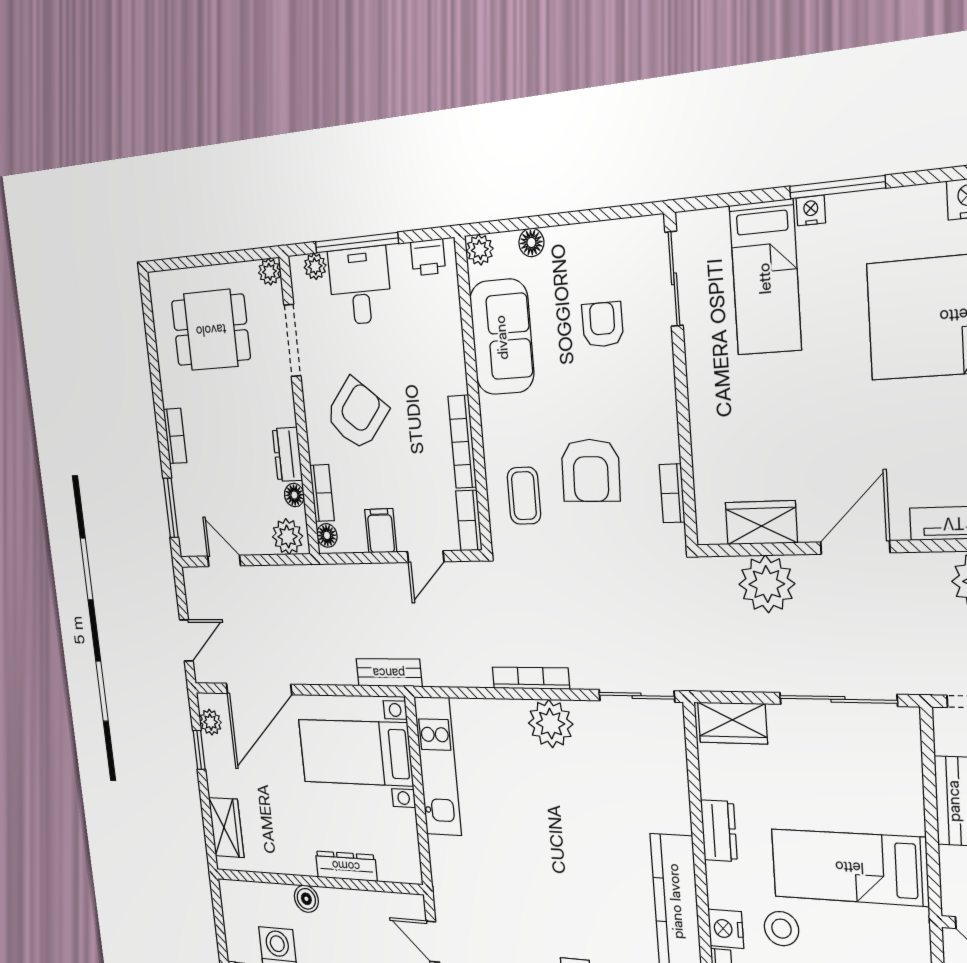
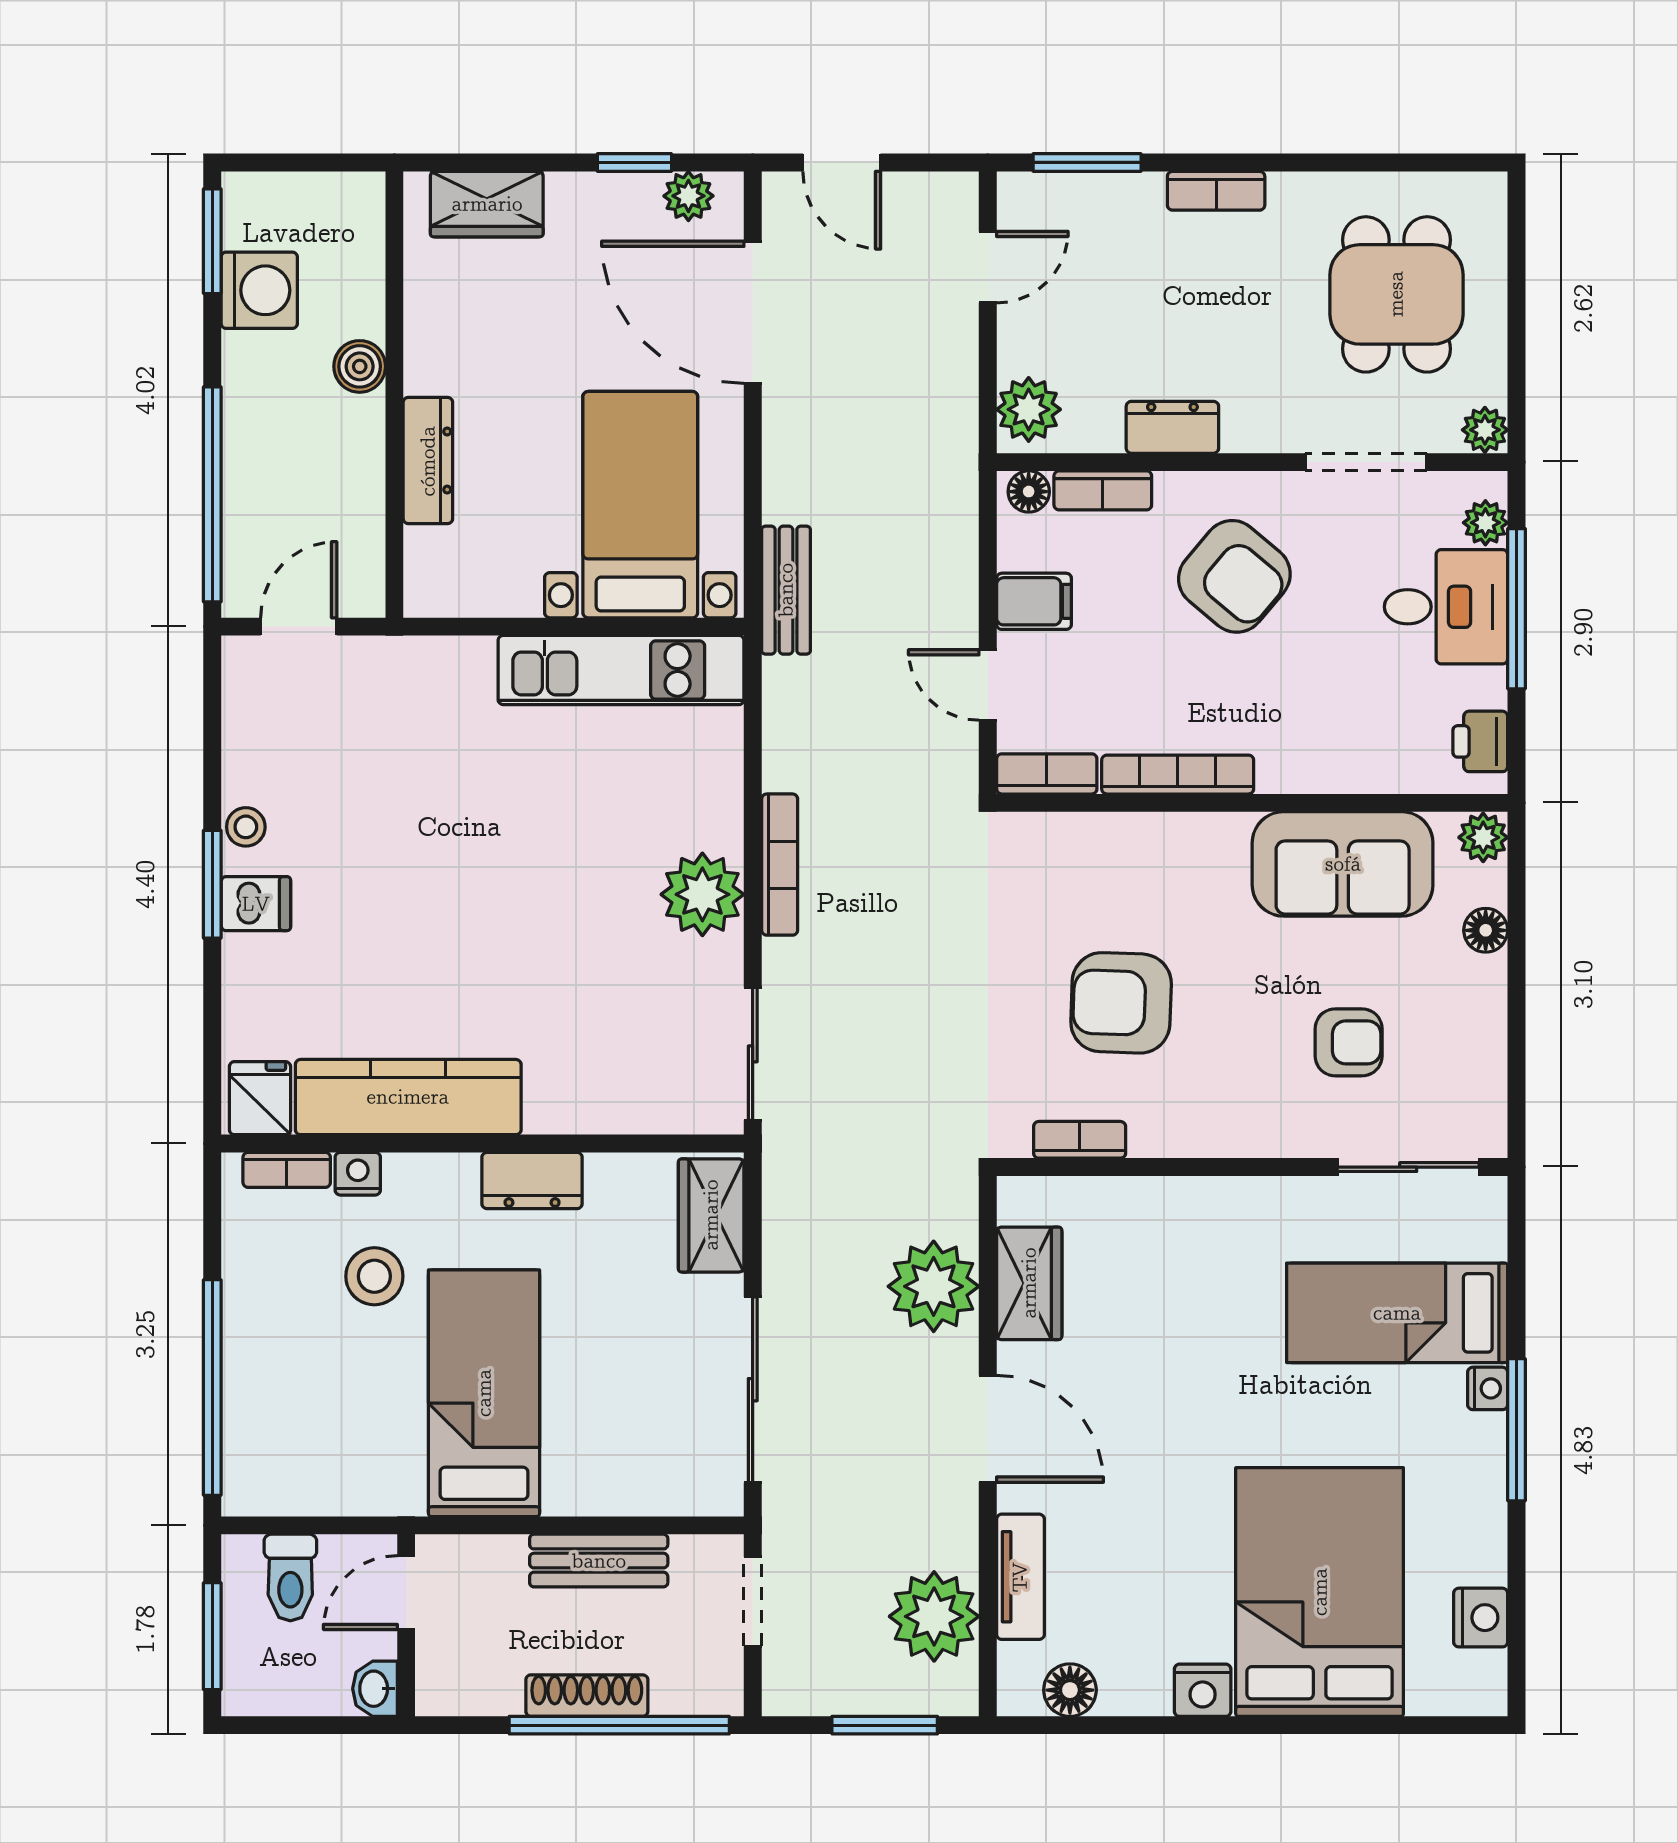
floor lamp: (294, 495) -> (1101, 433), removed
coffee table: (524, 496) -> (1085, 880), removed
nightstand: (726, 929) -> (358, 1174), width x0.72, depth x0.74

